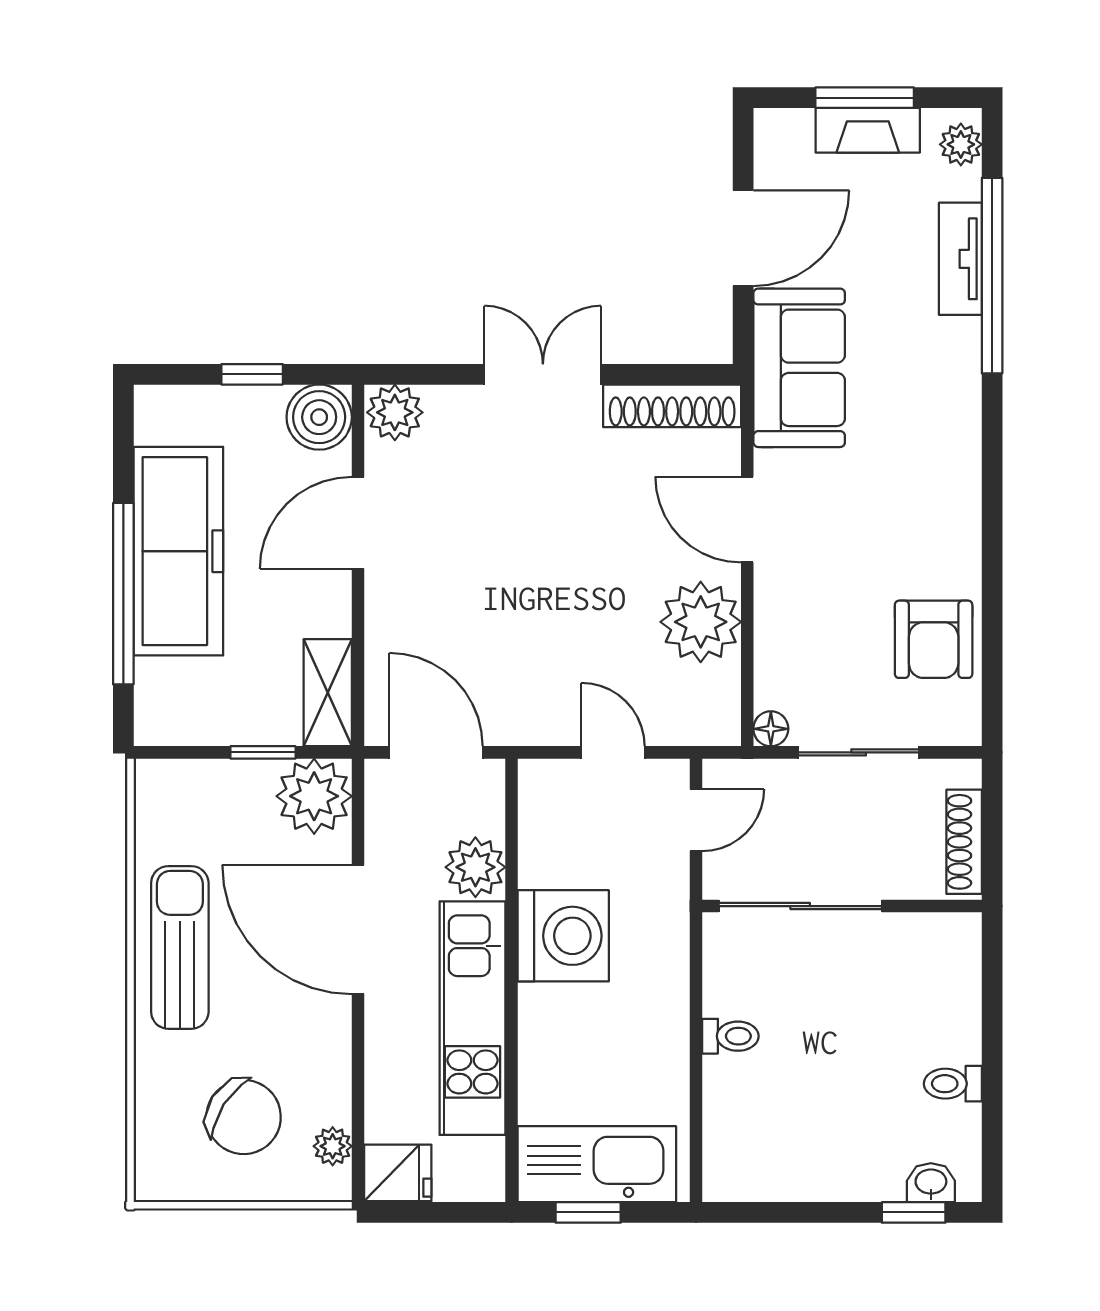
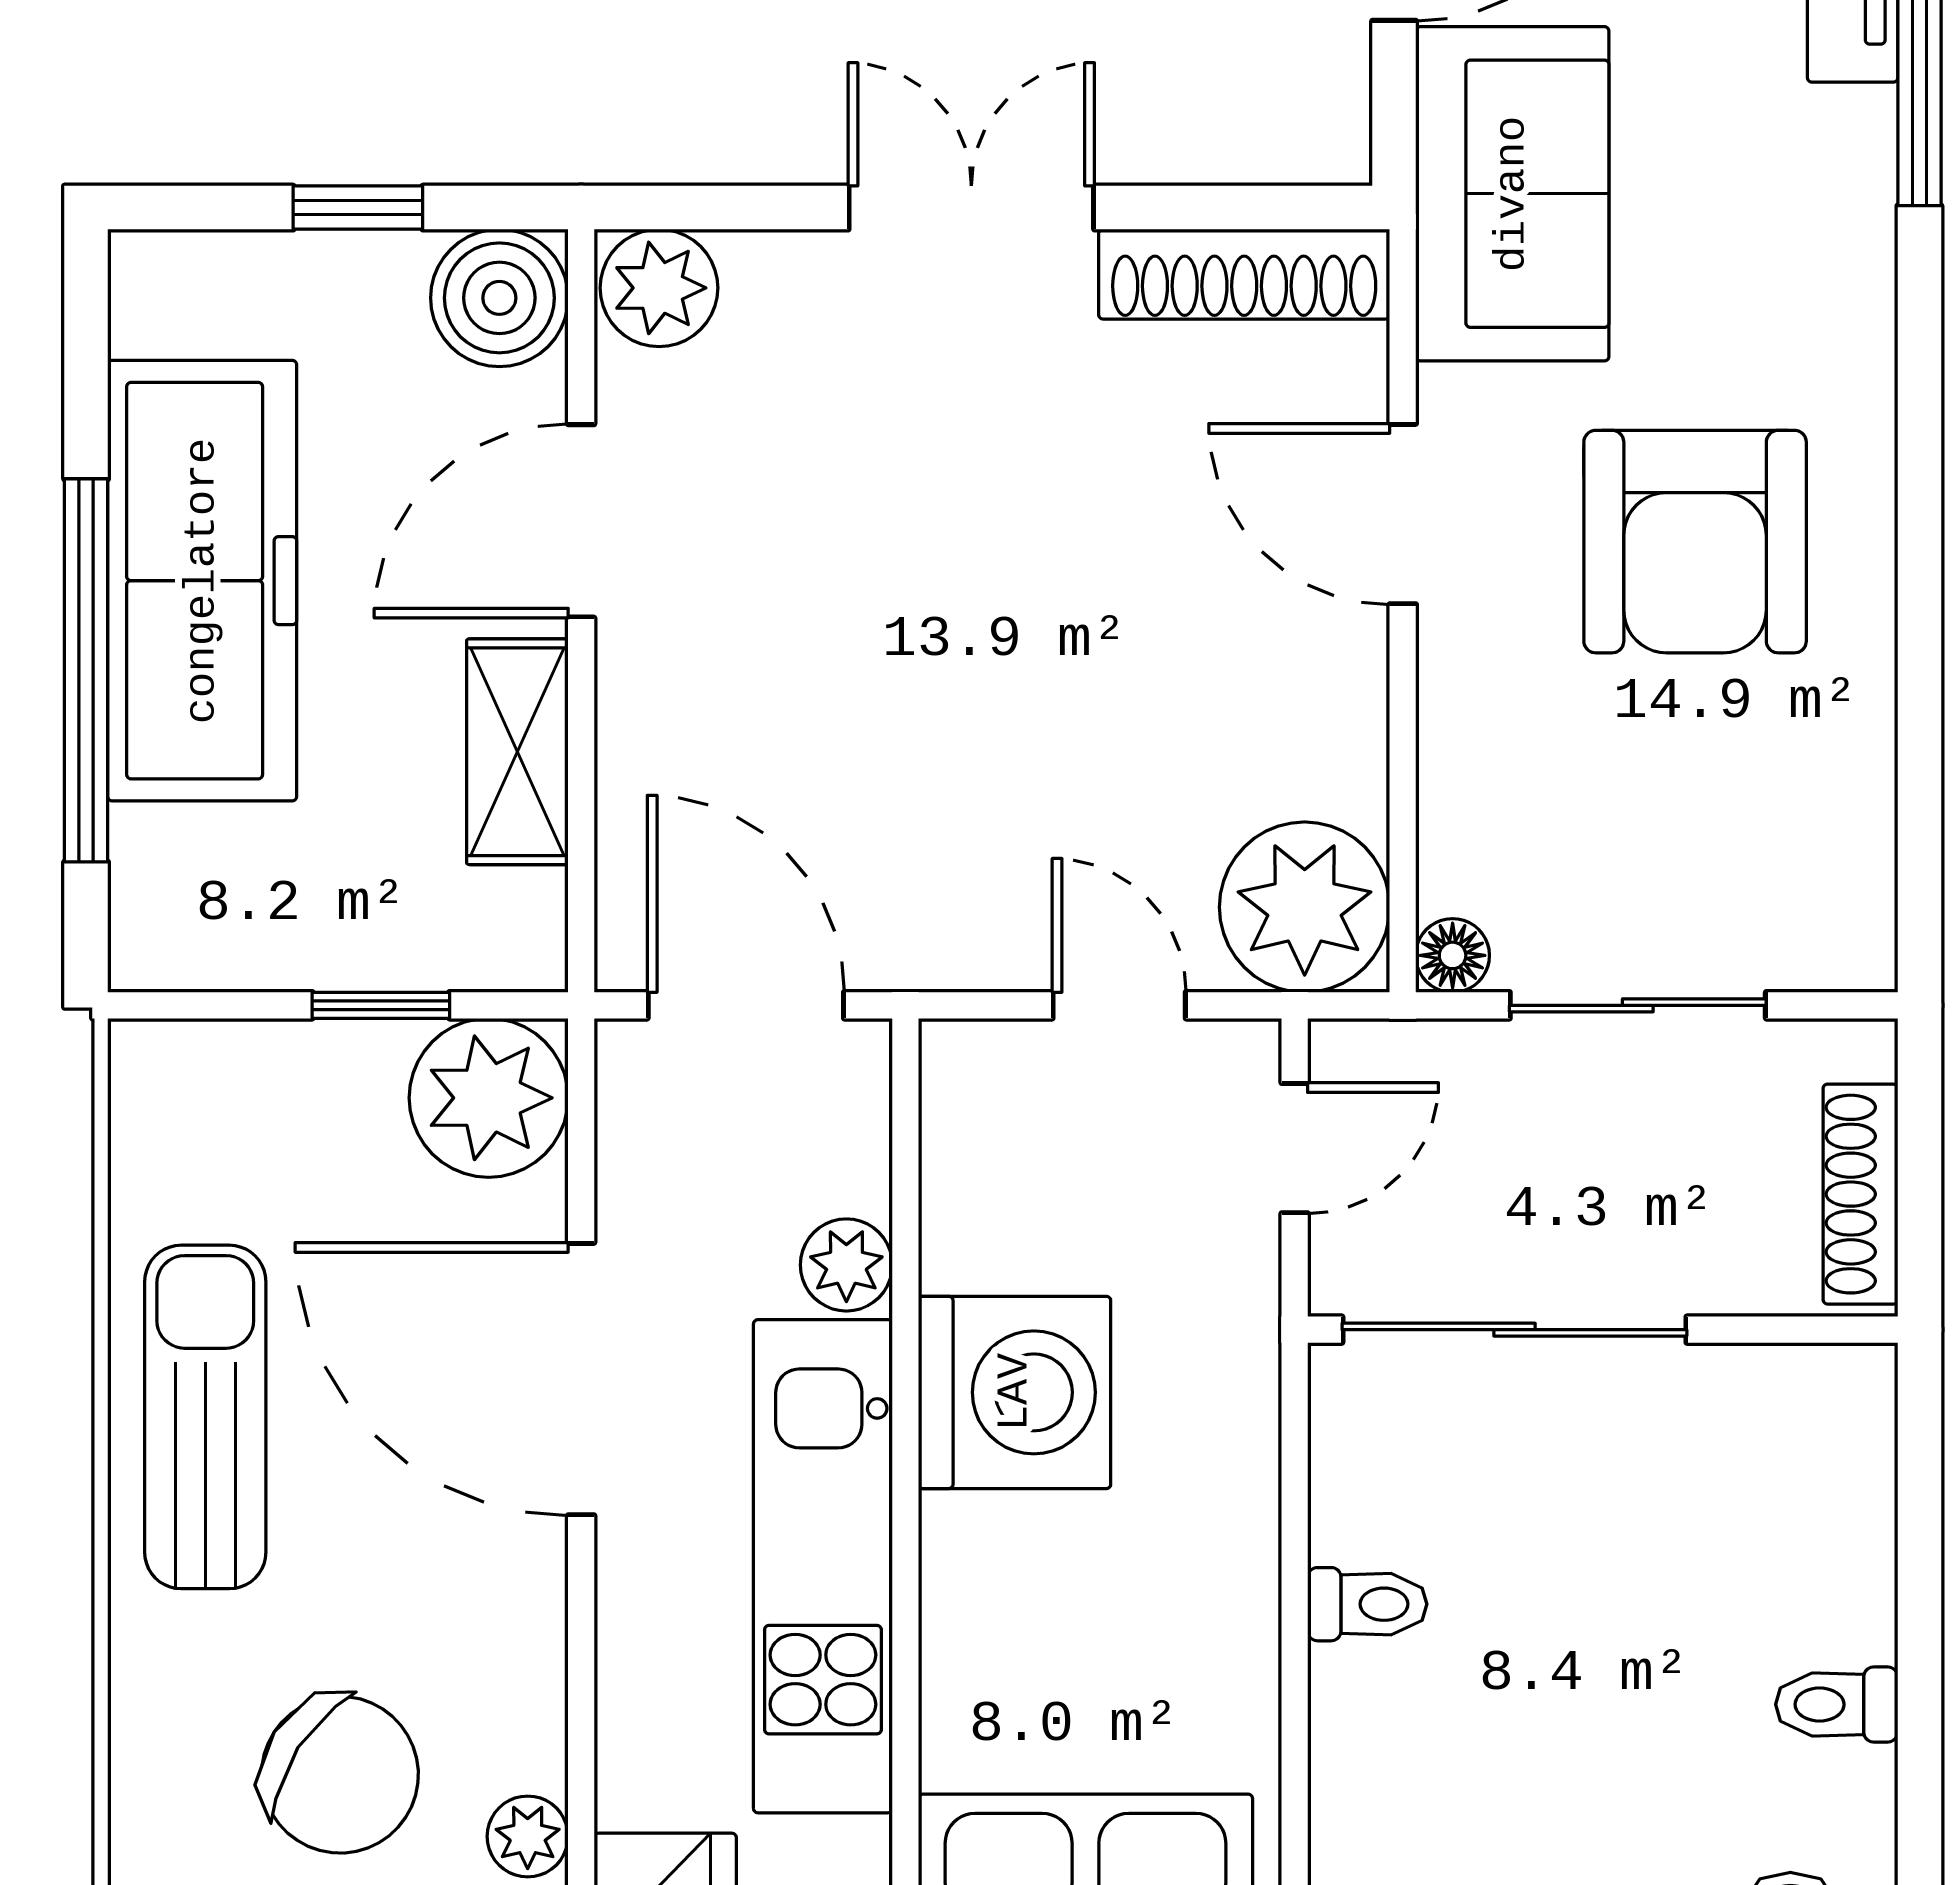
plant: (701, 622) -> (1305, 907), moved
armchair: (934, 639) -> (1695, 542), moved, width x1.36, depth x1.36
shelving: (328, 693) -> (517, 752), moved
plant: (475, 867) -> (846, 1265), width x0.73, depth x0.73

